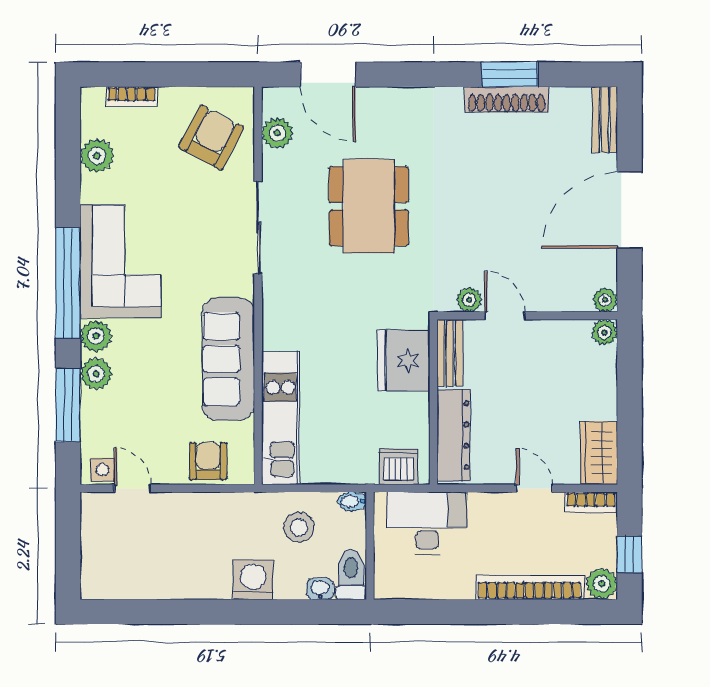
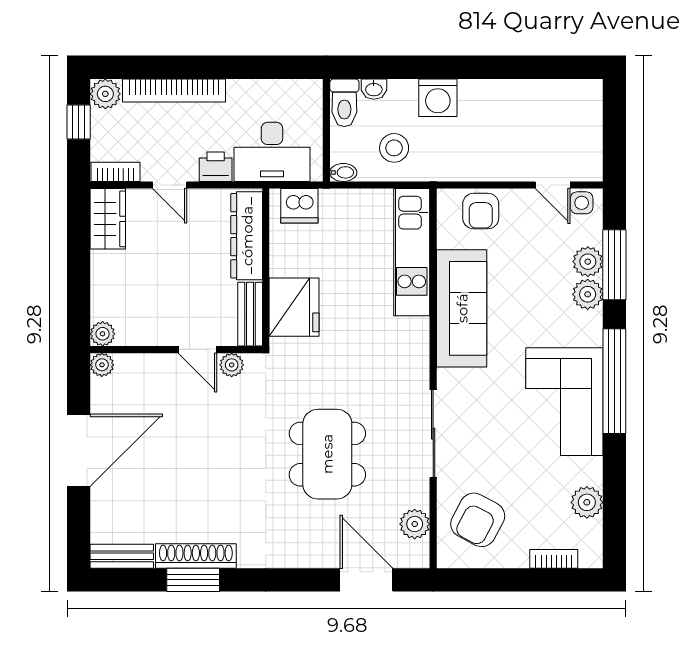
bench: (605, 120) -> (122, 556), moved, turned 90
plant: (96, 336) -> (588, 262), moved
printer: (486, 507) -> (216, 167), added

